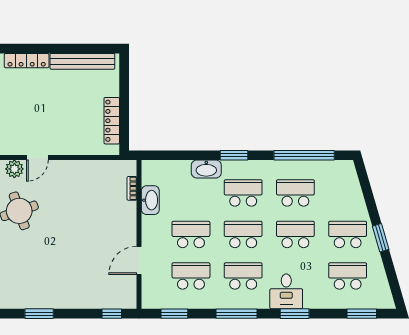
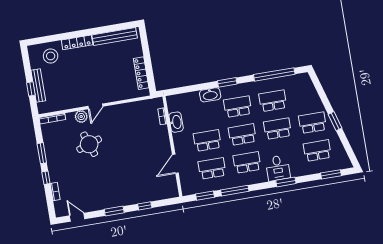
window: (112, 314) -> (145, 206), moved
window: (236, 314) -> (235, 191), moved

